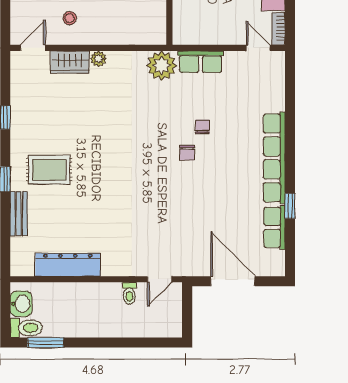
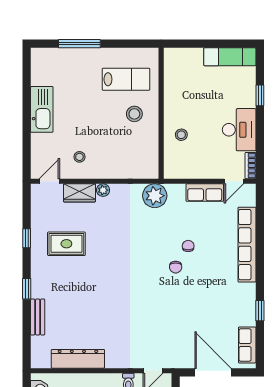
door: (258, 48) -> (234, 181), swing flipped
row of seats: (201, 62) -> (205, 193), moved
row of seats: (274, 158) -> (247, 245), moved
rug: (49, 170) -> (66, 244), moved
row of seats: (274, 227) -> (247, 345), moved

